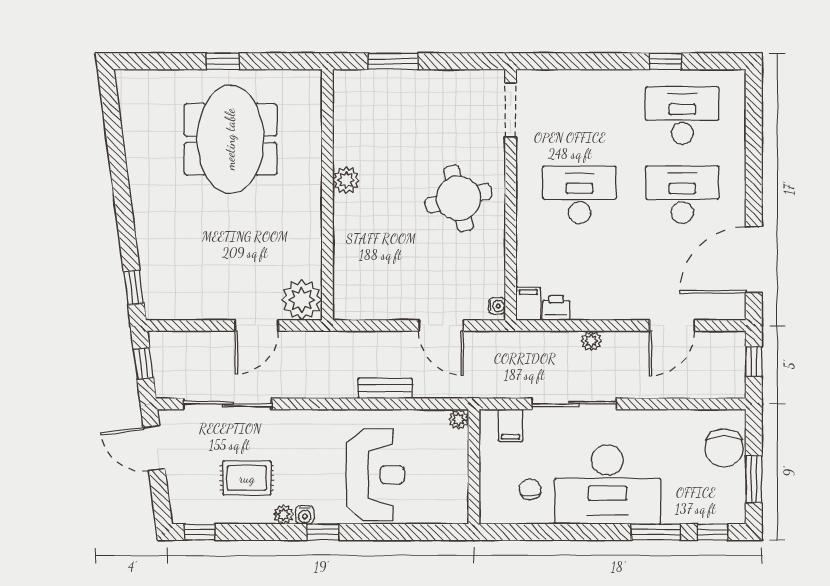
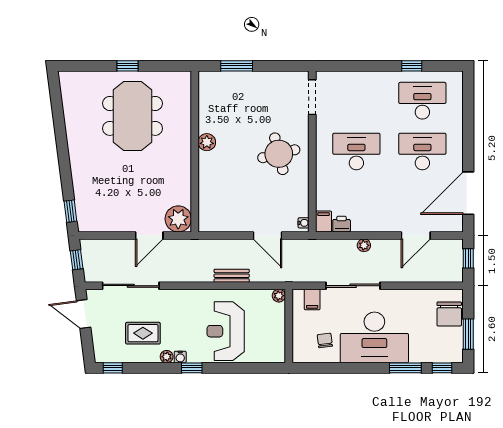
reception desk: (376, 475) -> (226, 331), turned 180

